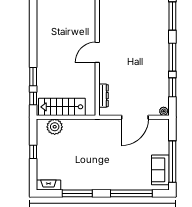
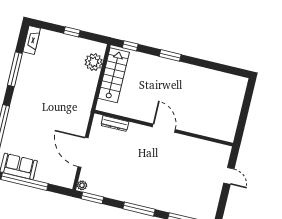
window: (33, 77) -> (170, 55), moved
window: (172, 87) -> (92, 198), moved

